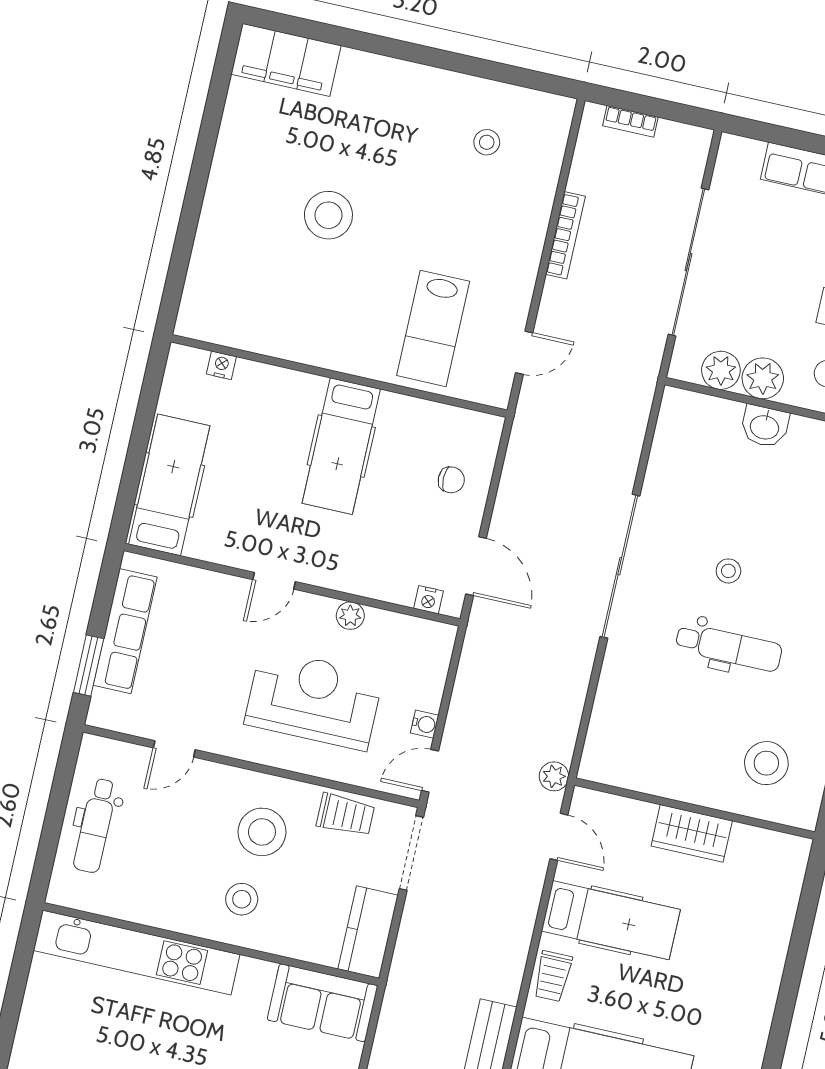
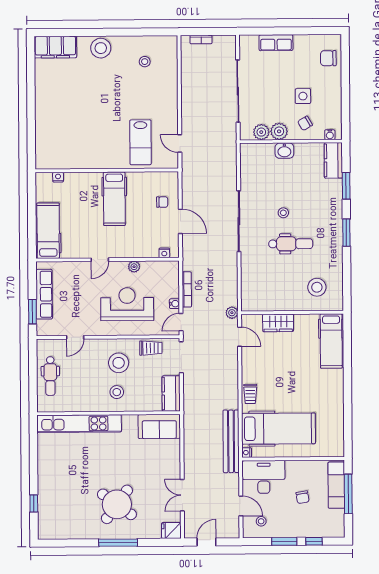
stool: (328, 215) -> (101, 48), moved
bookcase: (565, 235) -> (187, 289), moved
door: (524, 353) -> (180, 144), swing flipped
door: (476, 566) -> (180, 221), moved
wardrobe: (692, 833) -> (278, 323), moved
hospital bed: (611, 920) -> (331, 341), moved, turned 90

